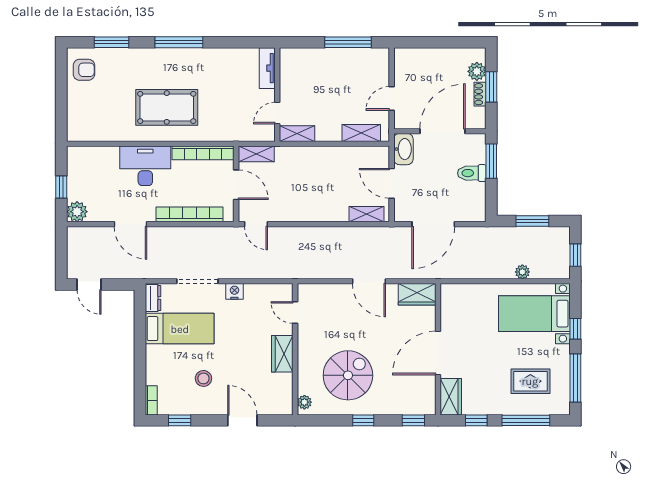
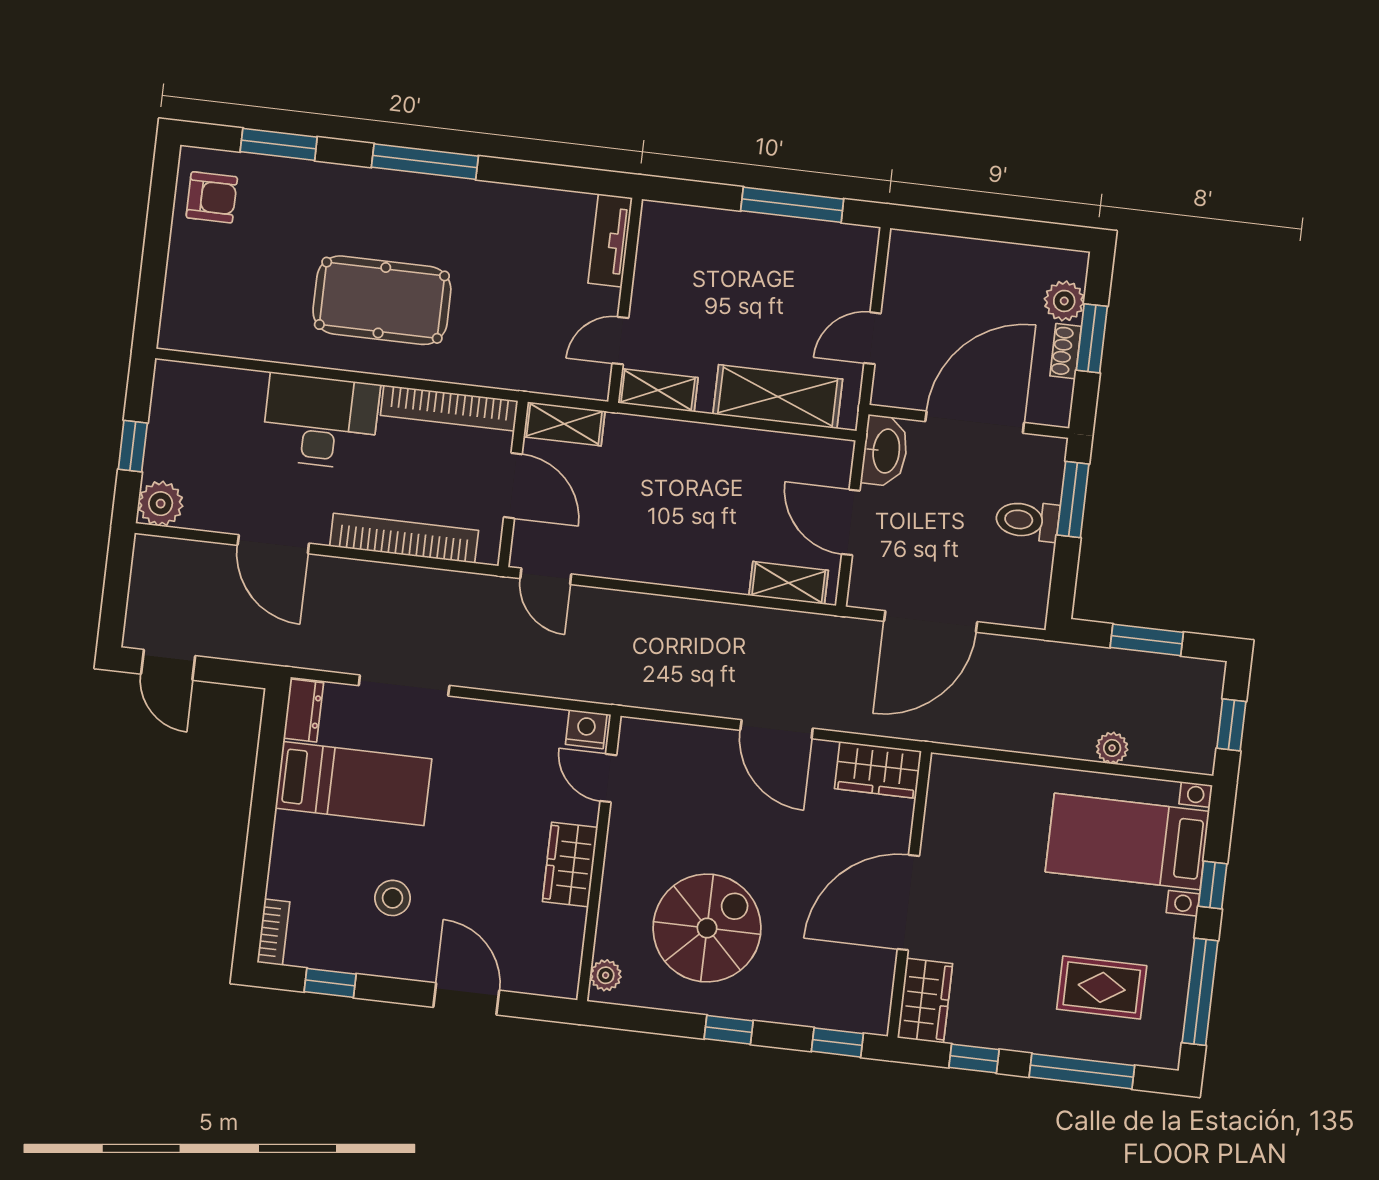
shelving: (361, 133) -> (778, 397), width x1.50, depth x1.33
nightstand: (234, 291) -> (586, 729), moved

